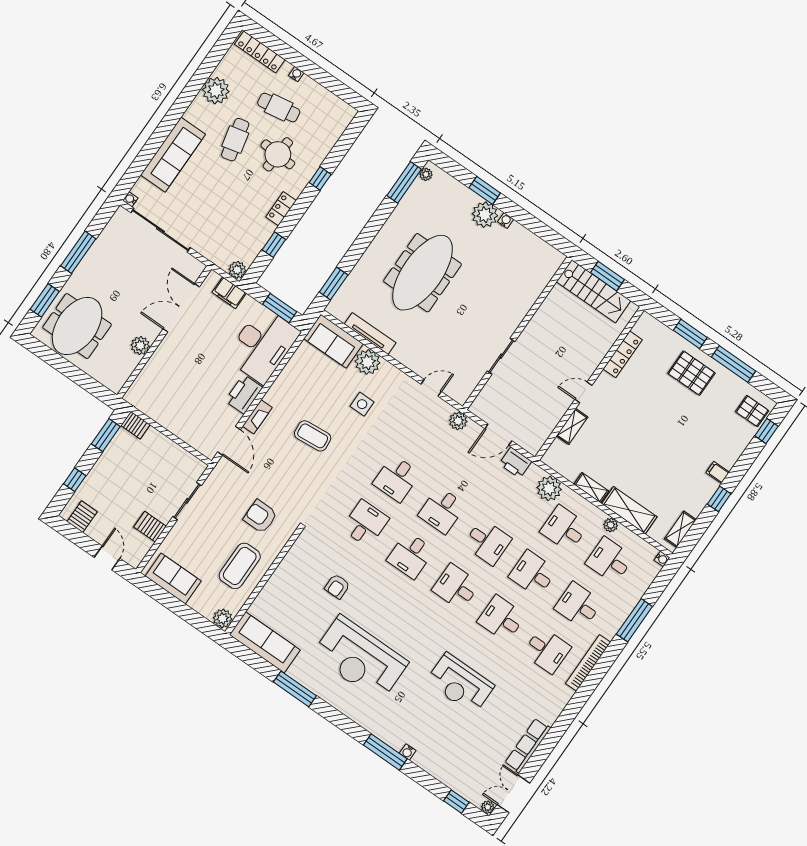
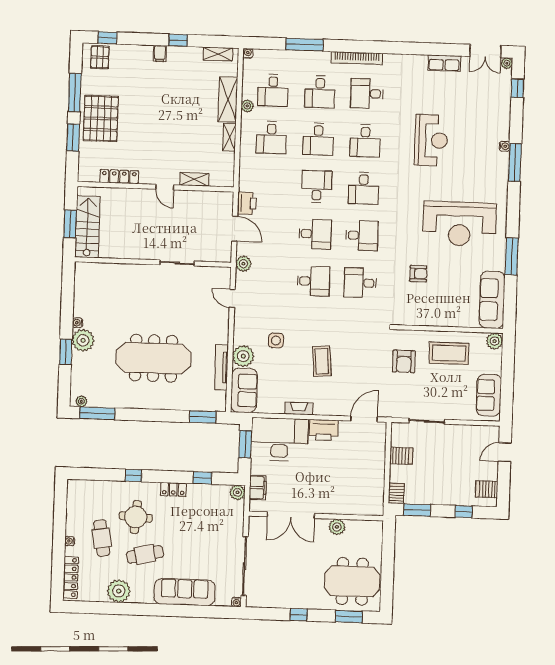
window: (78, 252) -> (299, 615), width x0.46
pallet: (691, 373) -> (101, 118), width x1.37, depth x1.41
fireplace: (257, 417) -> (299, 409), moved
plant: (549, 488) -> (250, 167), removed
server rack: (150, 527) -> (401, 456), moved, turned -90
desk: (547, 650) -> (367, 94), turned -90
reception desk: (360, 659) -> (460, 224), turned 90
row of seats: (528, 746) -> (444, 63), width x0.68

